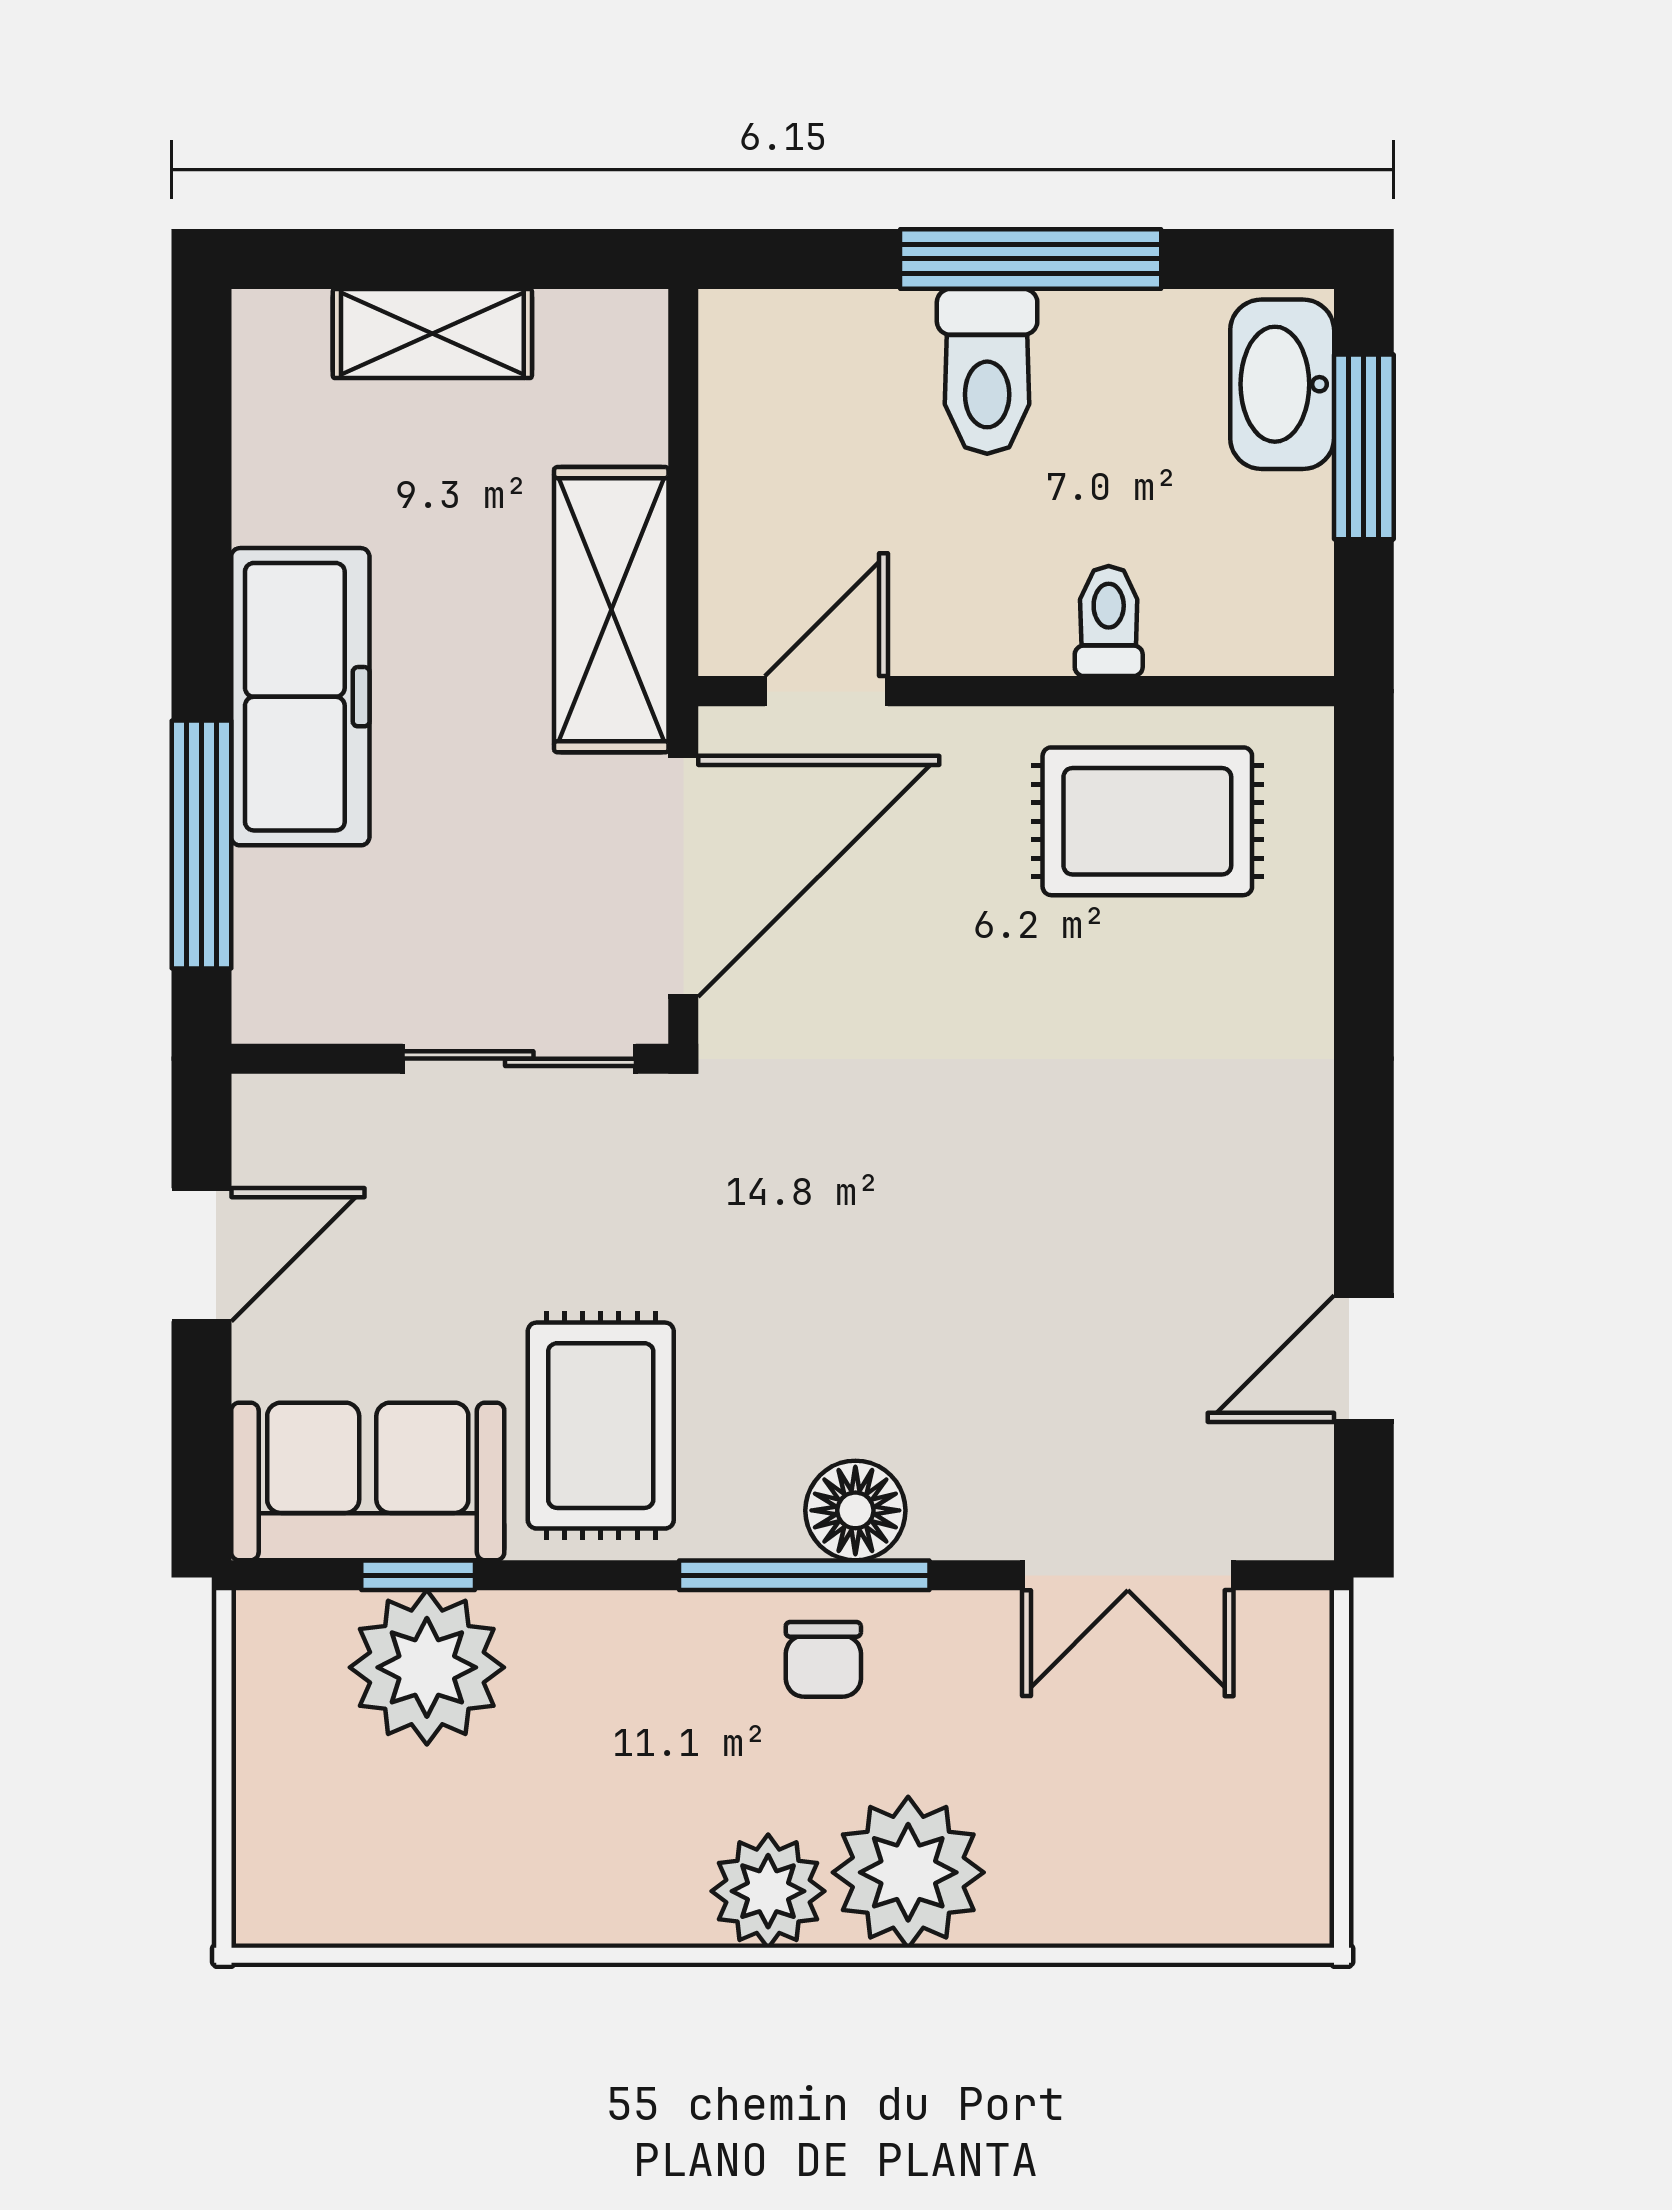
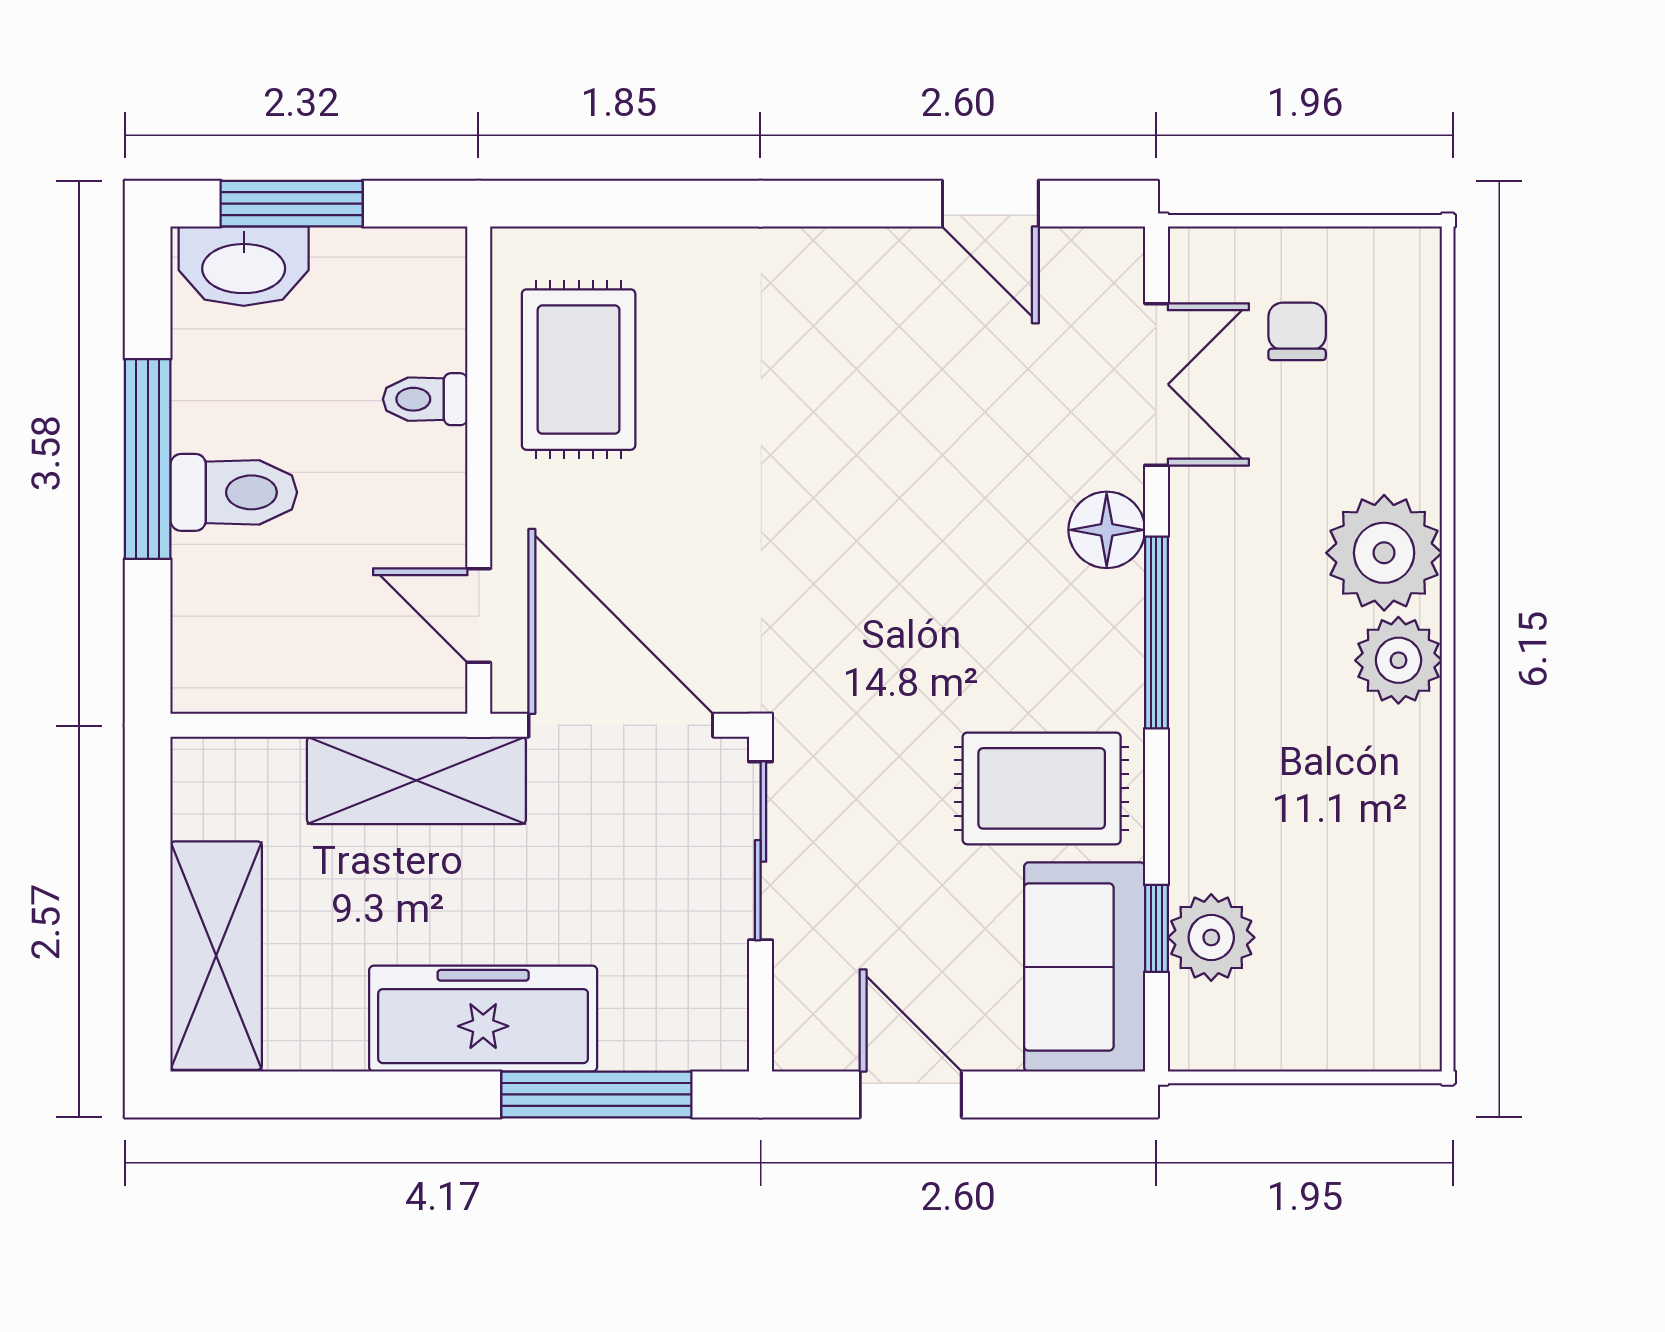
shelving: (432, 334) -> (216, 956), width x1.50, depth x1.33
floor lamp: (855, 1510) -> (1107, 530), moved
chair: (823, 1659) -> (1297, 331), moved, turned -90
plant: (427, 1667) -> (1211, 937), width x0.73, depth x0.73

